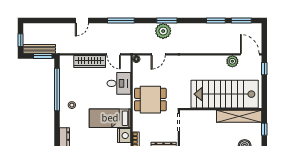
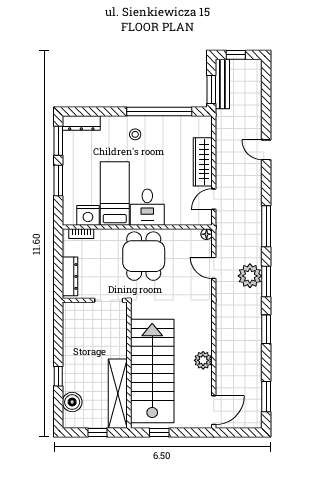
window: (121, 21) -> (266, 226), moved
window: (216, 21) -> (266, 329), moved
plant: (232, 61) -> (203, 360), moved
window: (264, 69) -> (159, 432), moved
desk: (119, 83) -> (147, 207), moved

